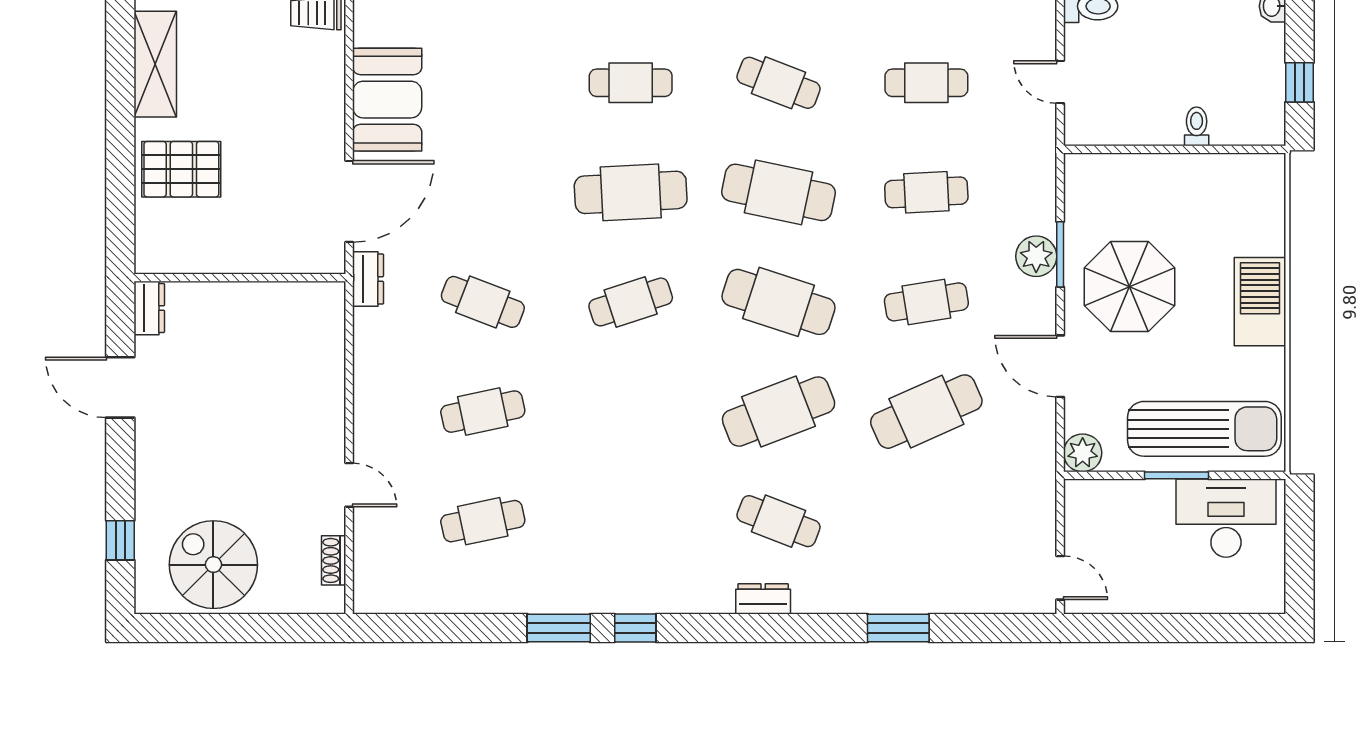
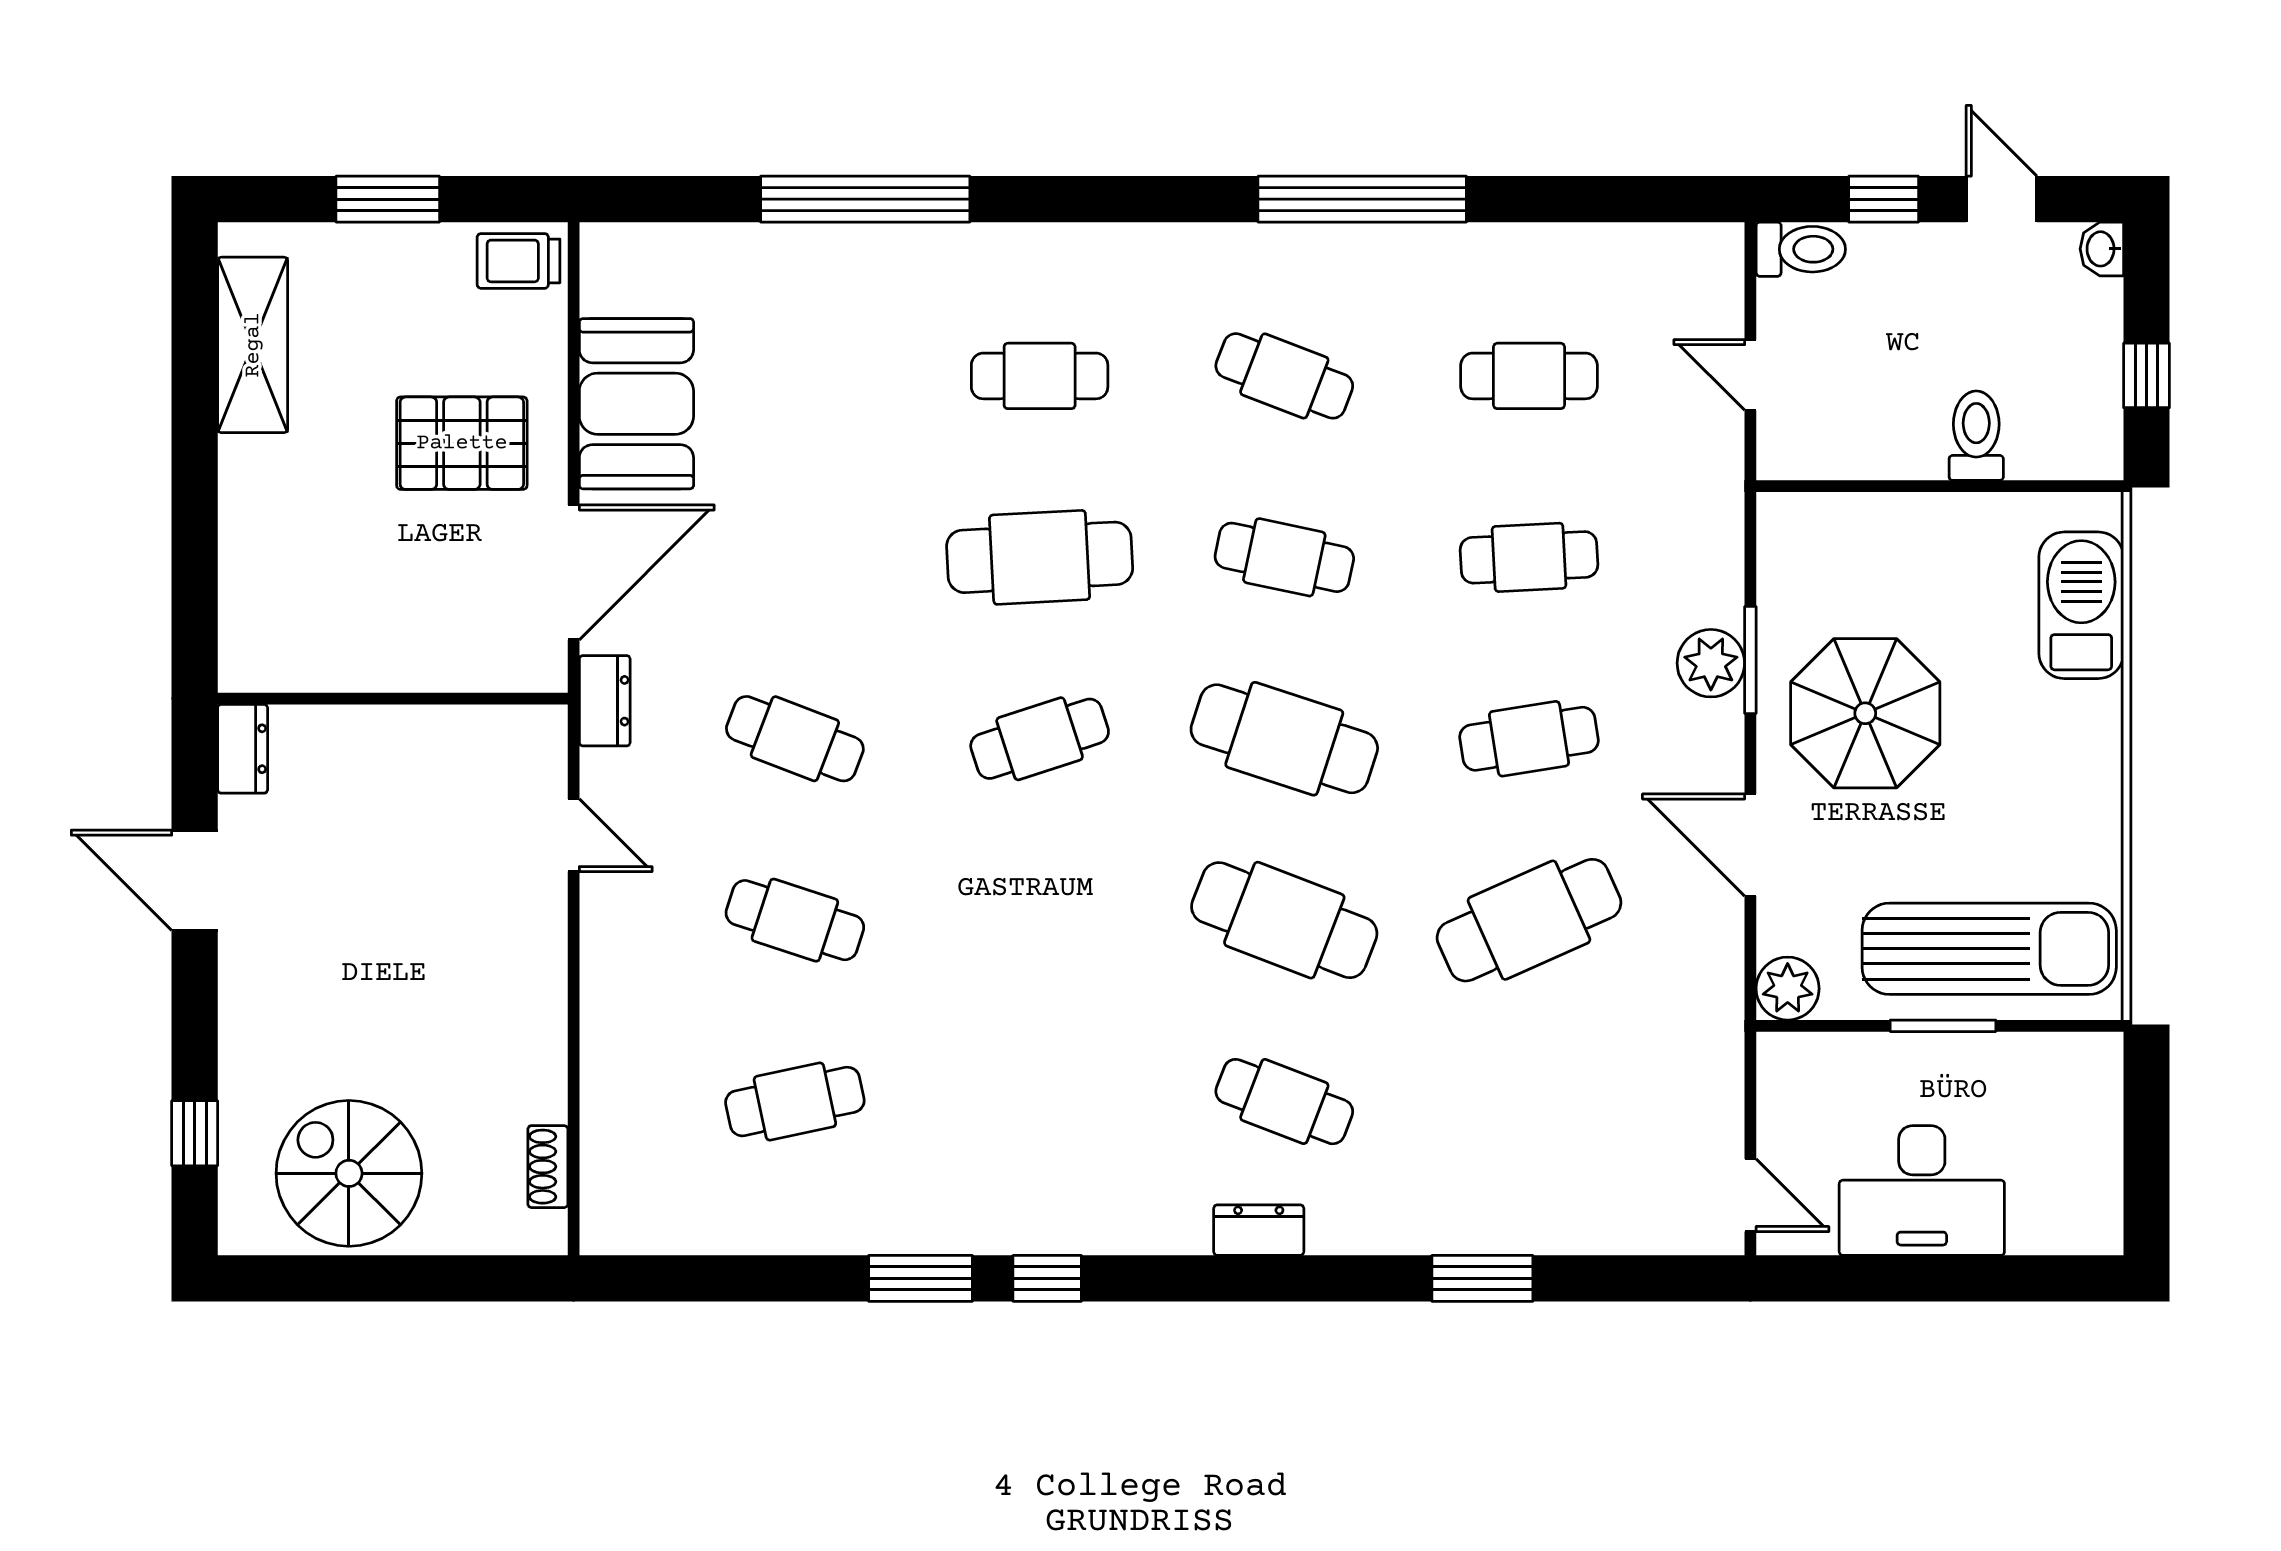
toilet: (1197, 126) -> (1976, 436), width x1.37, depth x1.39
pallet: (181, 169) -> (462, 443), moved
cafe table: (779, 192) -> (1284, 557), width x0.73, depth x0.74
barbecue: (1260, 302) -> (2081, 605), moved
cafe table: (483, 412) -> (795, 920), turned 30
cafe table: (779, 412) -> (1284, 920), turned 42
door: (349, 485) -> (574, 835), moved
desk: (1226, 518) -> (1922, 1190), moved, turned 180

